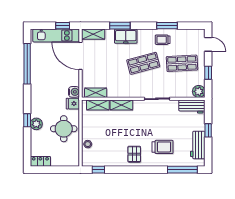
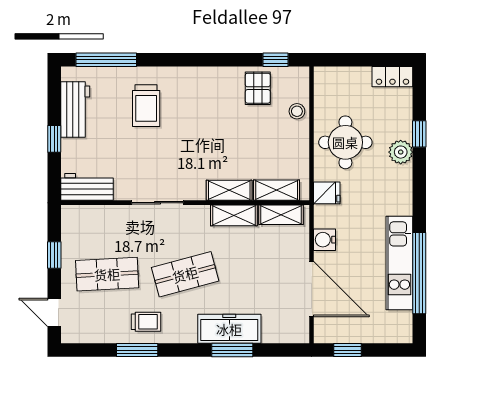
shelving: (93, 34) -> (234, 215), moved
kitchen unit: (56, 36) -> (399, 263), moved, turned -90
freezer: (126, 36) -> (229, 329), width x1.40
plant: (199, 91) -> (73, 217), removed
water cooler: (74, 92) -> (325, 240), moved
window: (27, 120) -> (419, 134), moved
trolley: (163, 147) -> (146, 106), turned -90
pallet: (134, 154) -> (258, 88), moved

